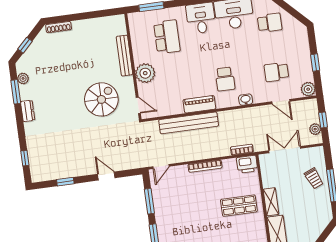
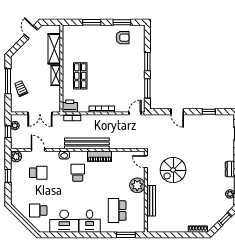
bench: (189, 123) -> (87, 143), moved
shop shelf: (239, 206) -> (80, 76), turned 90

